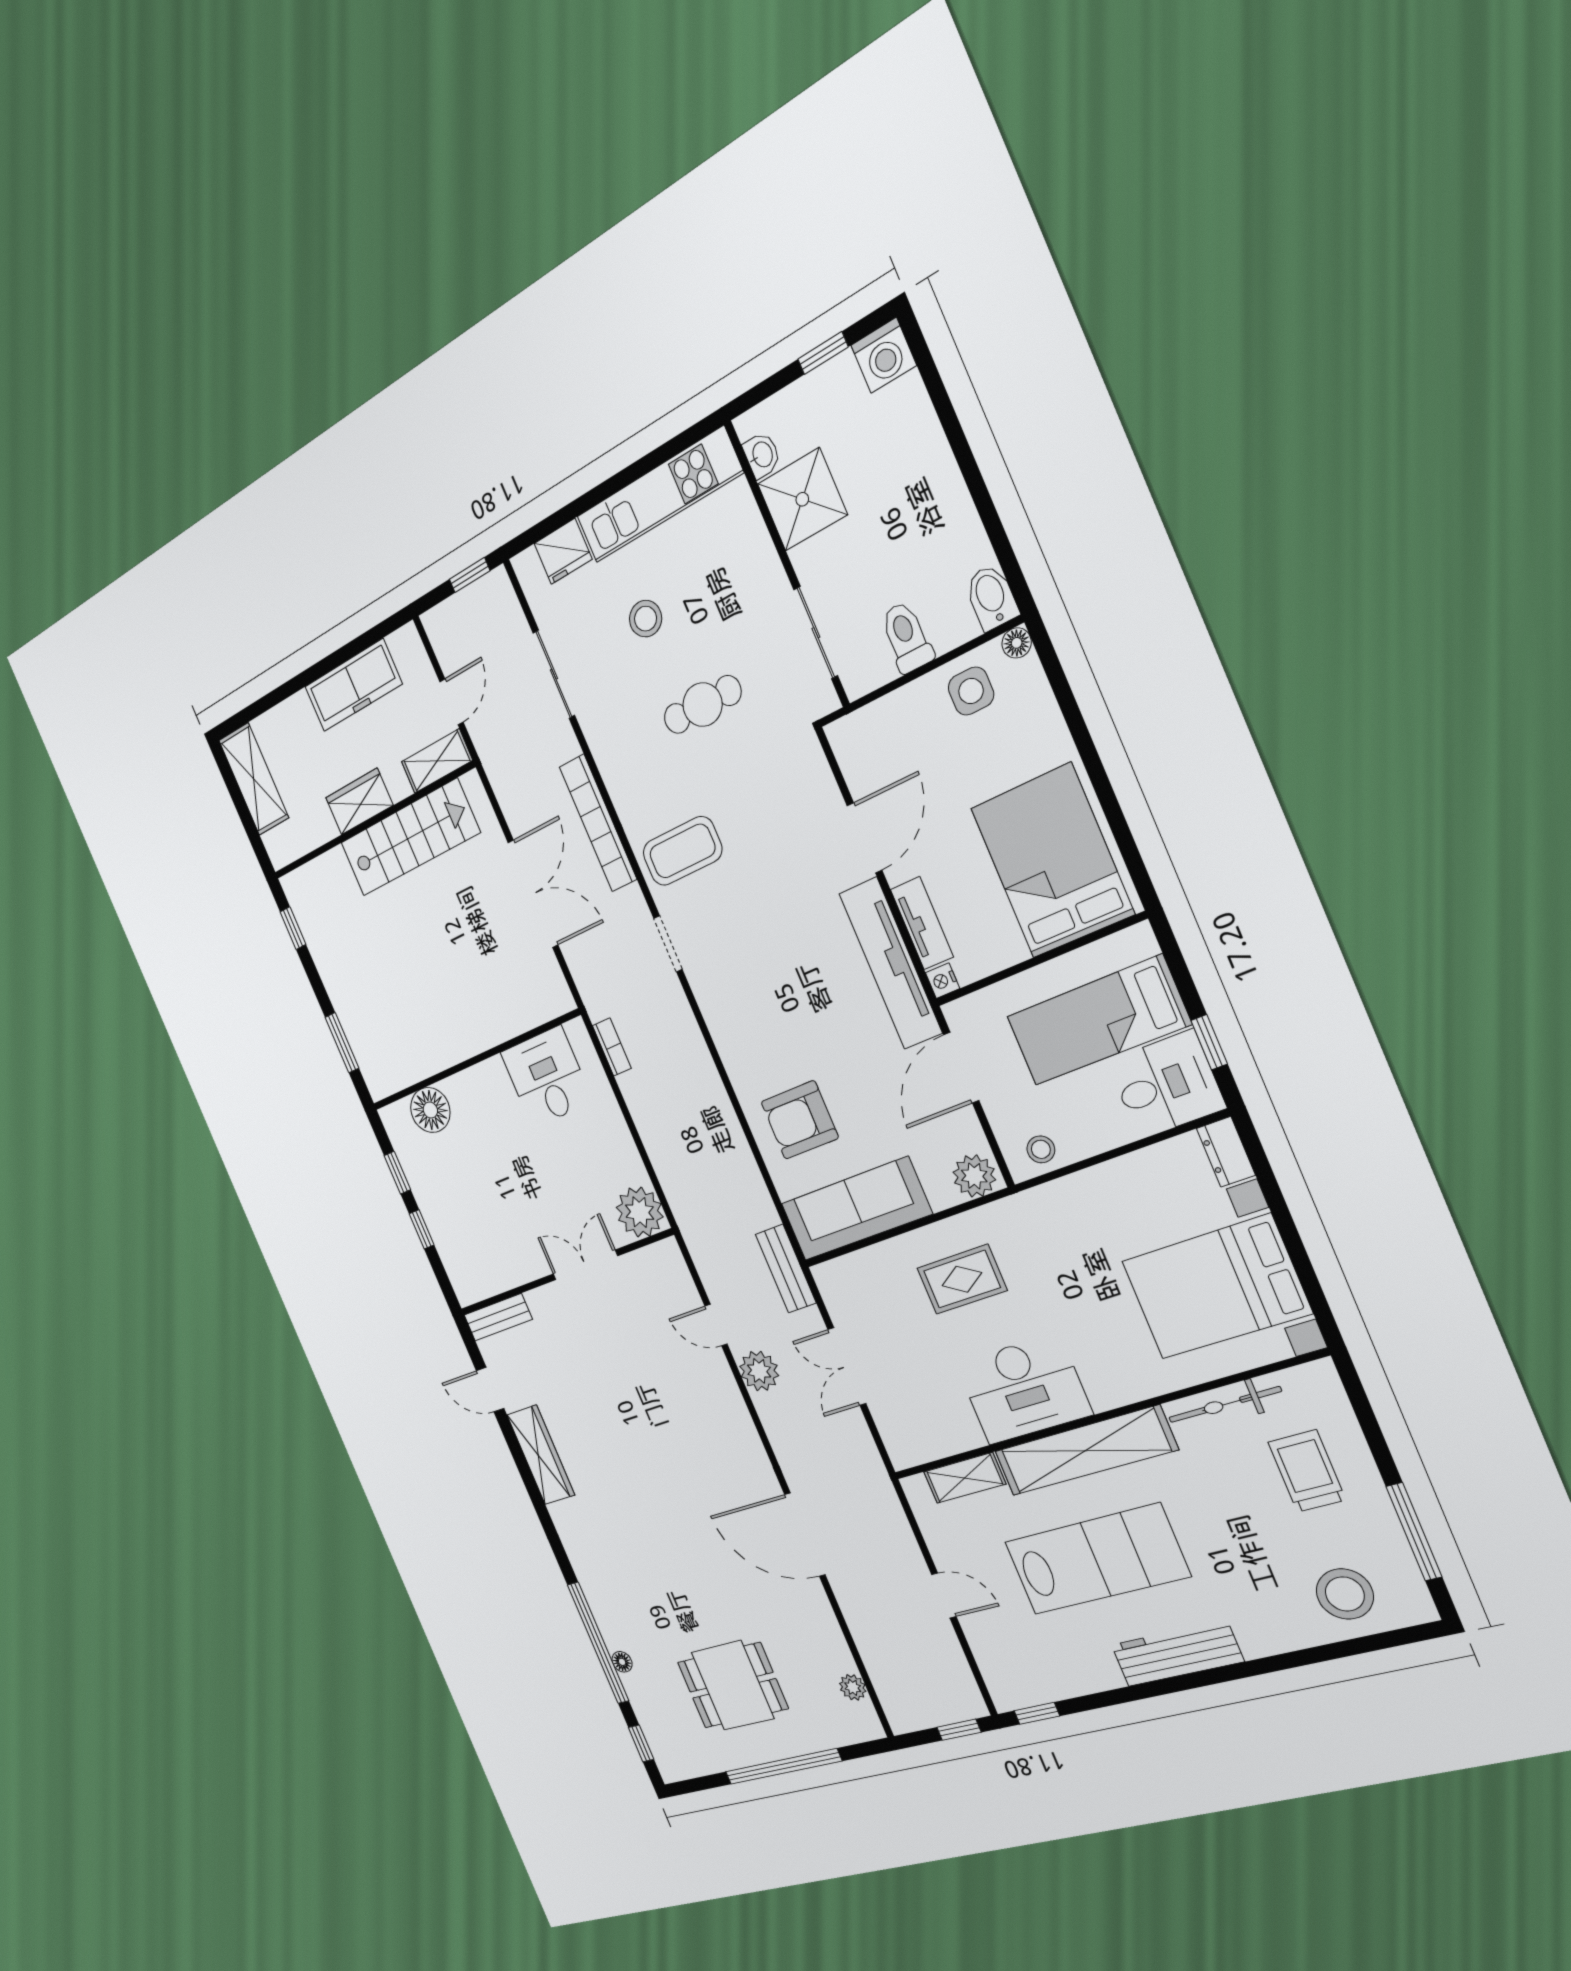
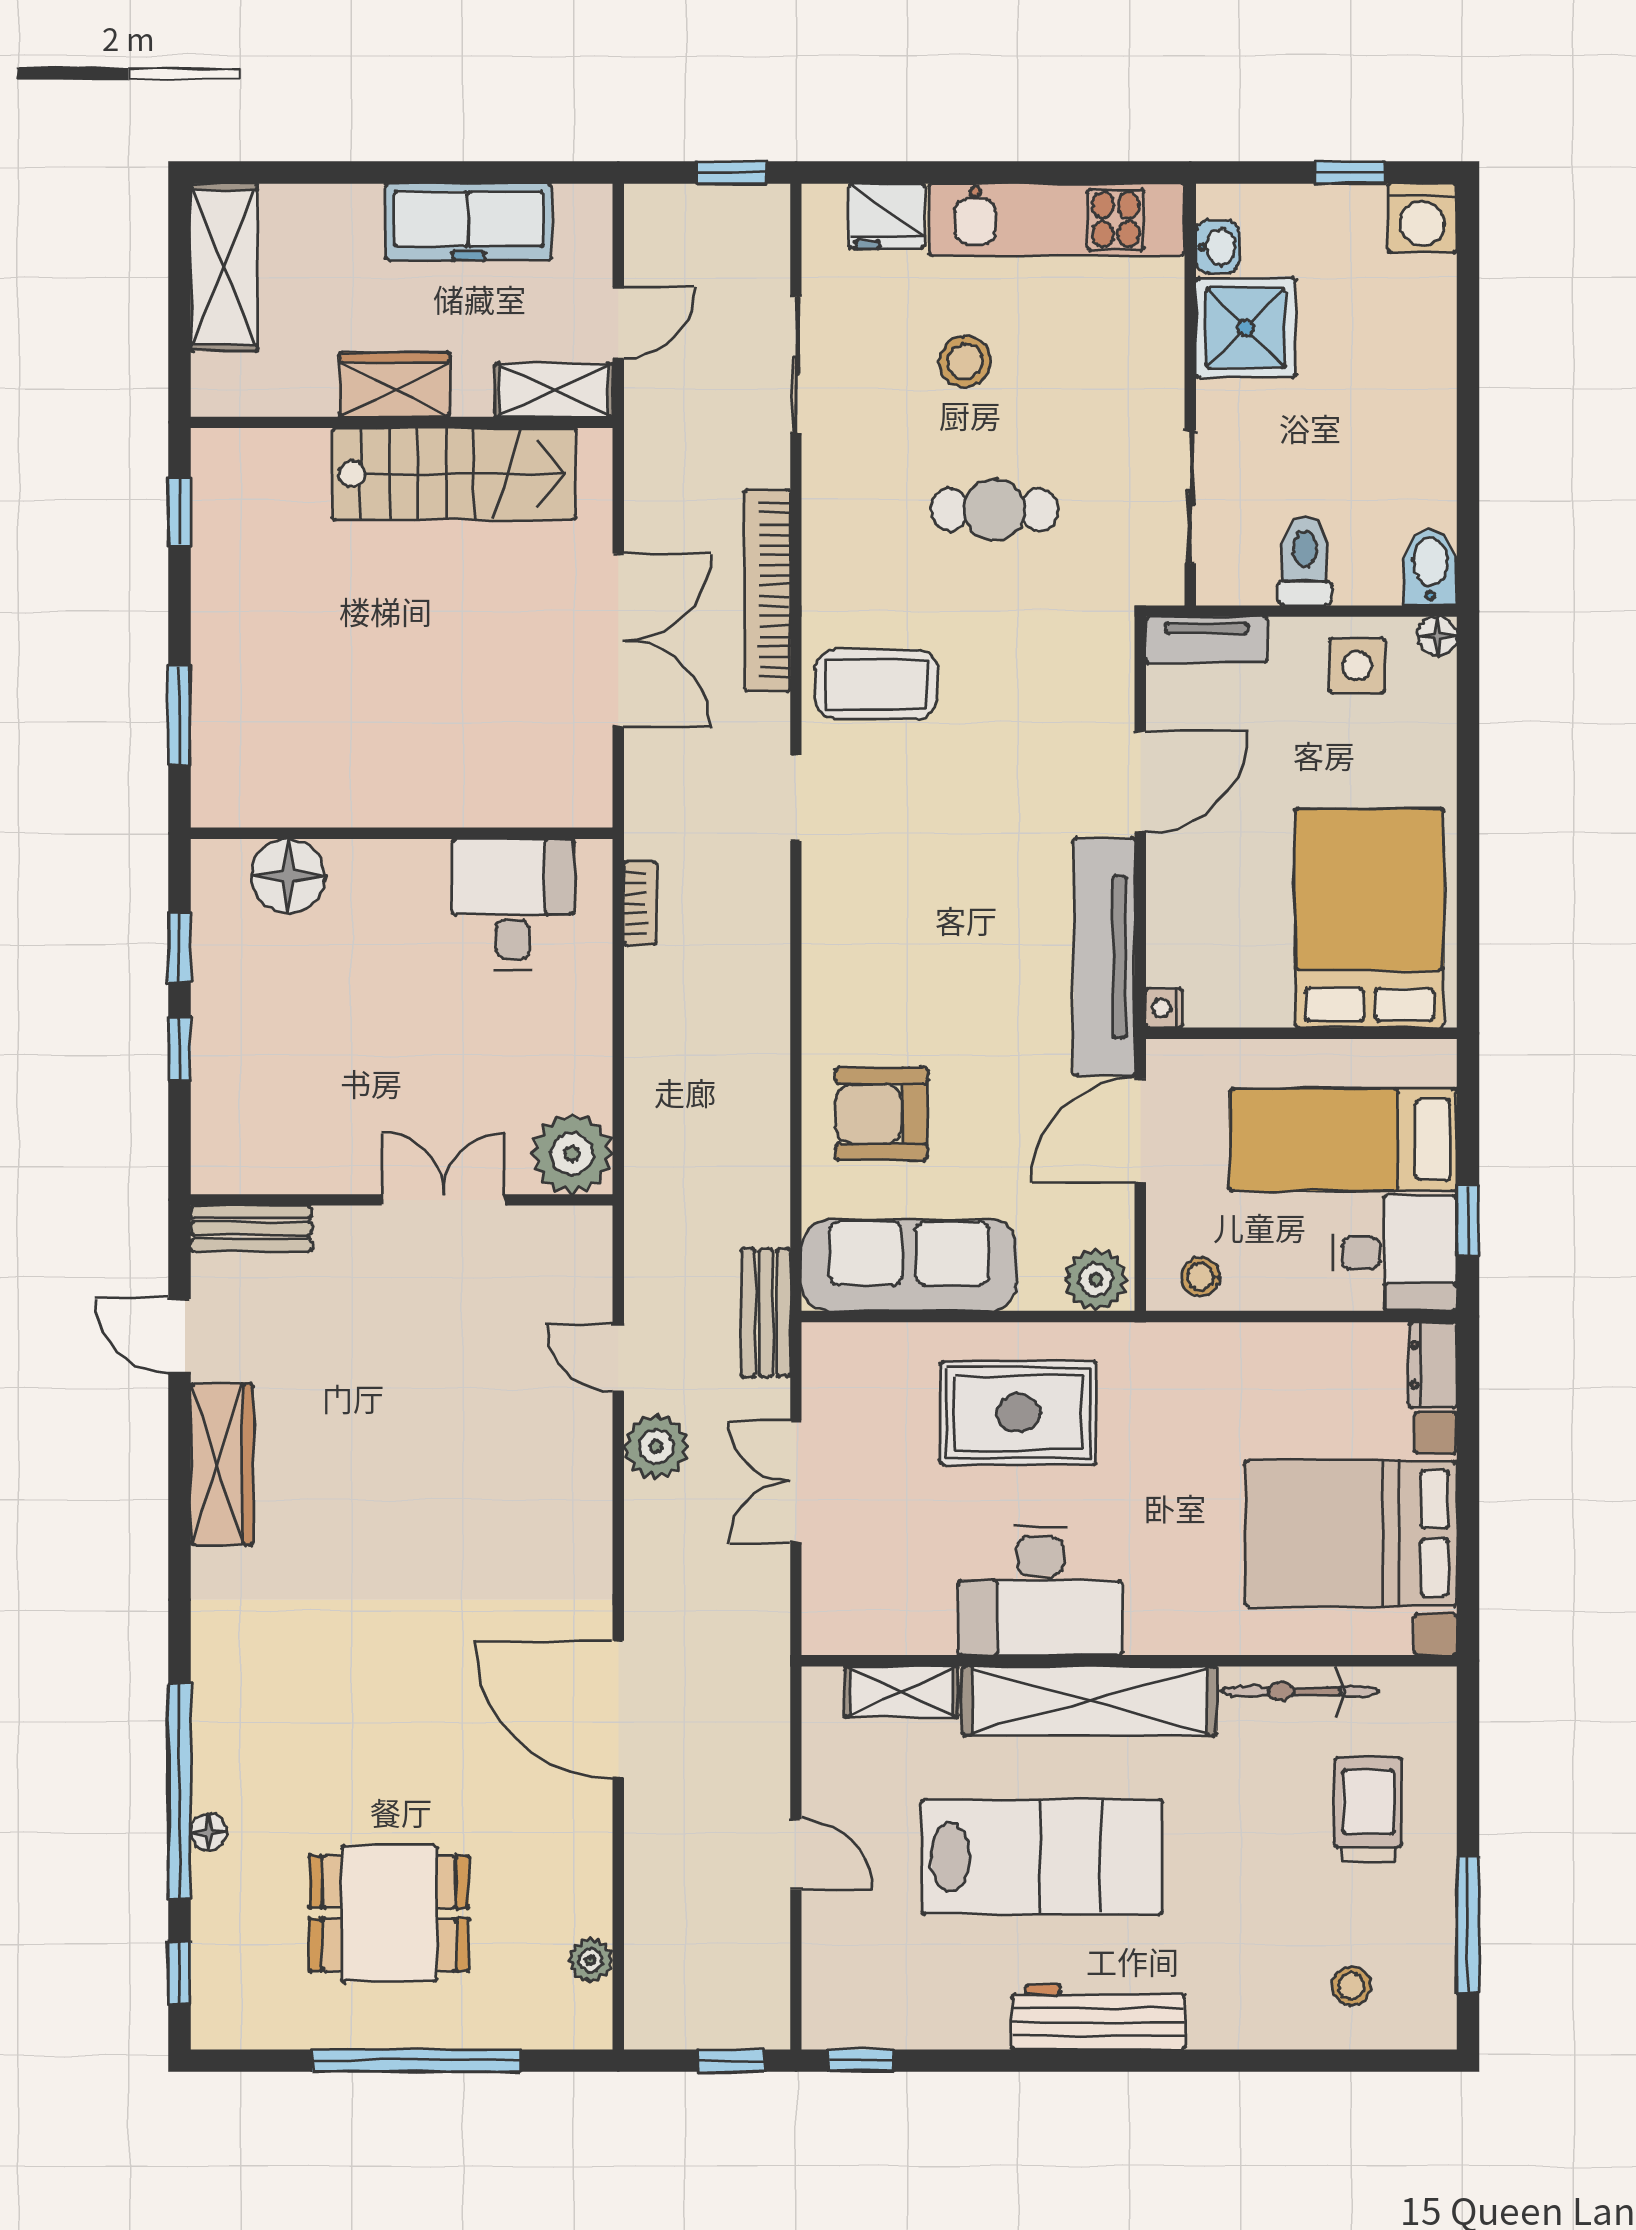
tv unit: (922, 923) -> (1206, 640), moved, turned 90
rug: (962, 1279) -> (1018, 1413), width x1.36, depth x1.43
stool: (1345, 1594) -> (1351, 1986), width x0.53, depth x0.53

